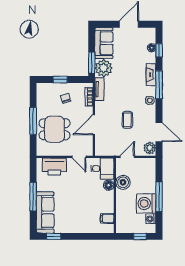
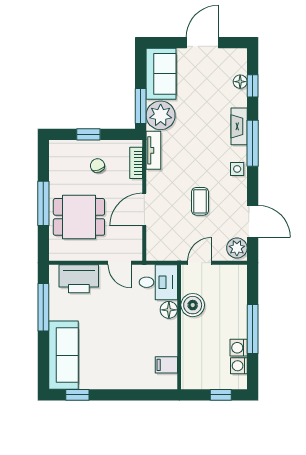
window: (33, 197) -> (43, 307), moved
washing machine: (146, 203) -> (239, 348), width x0.53, depth x0.53

